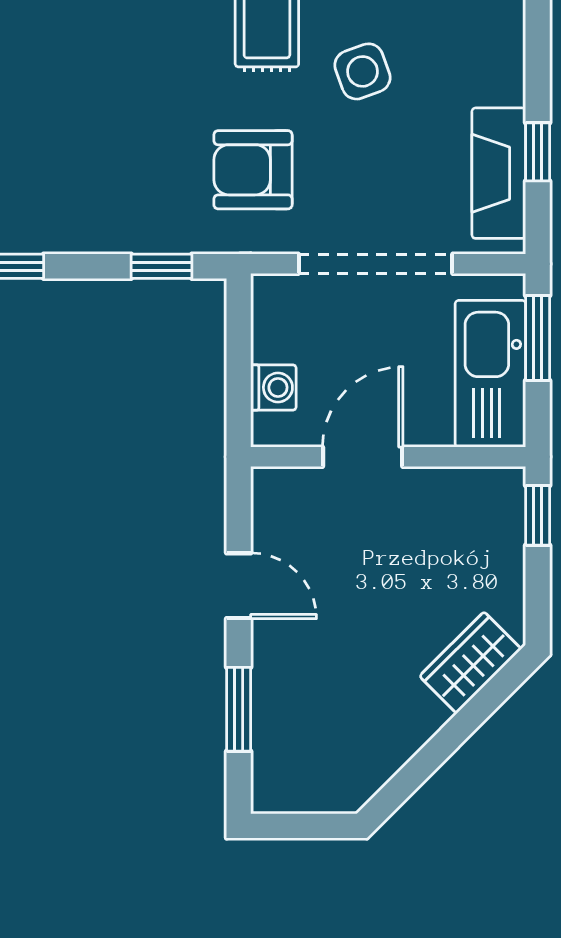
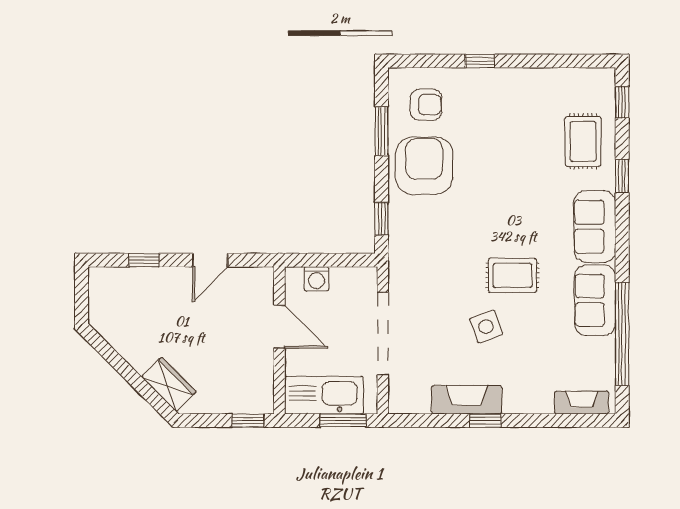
window: (538, 152) -> (485, 421), moved
armchair: (253, 170) -> (424, 166), moved, width x1.36, depth x1.36
fireplace: (499, 173) -> (467, 400), moved
window: (239, 709) -> (144, 260), width x0.67

